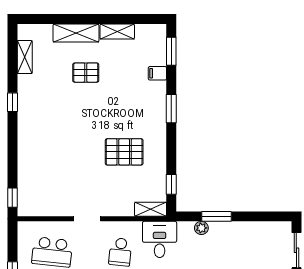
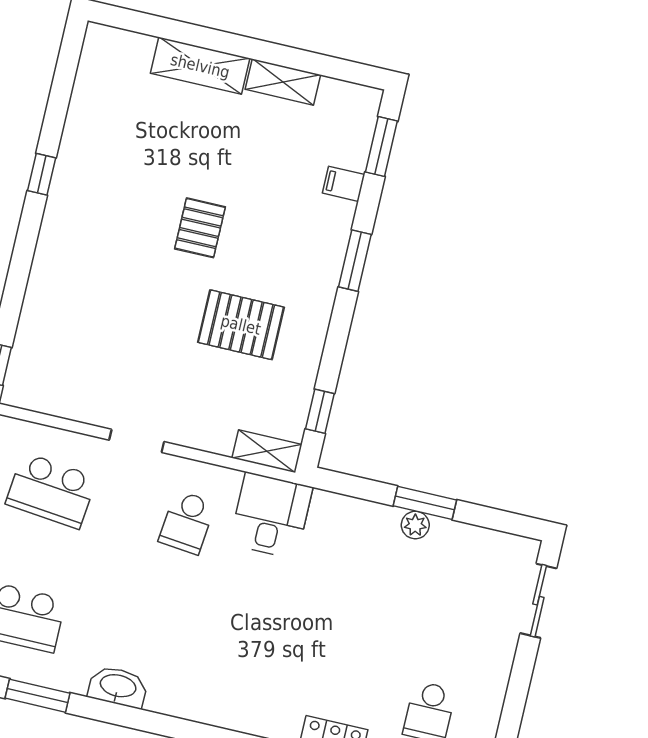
shelving: (25, 57) -> (87, 90), removed
pallet: (86, 73) -> (200, 228), moved, turned 90
window: (217, 216) -> (425, 503), moved
plant: (201, 228) -> (415, 525), moved

